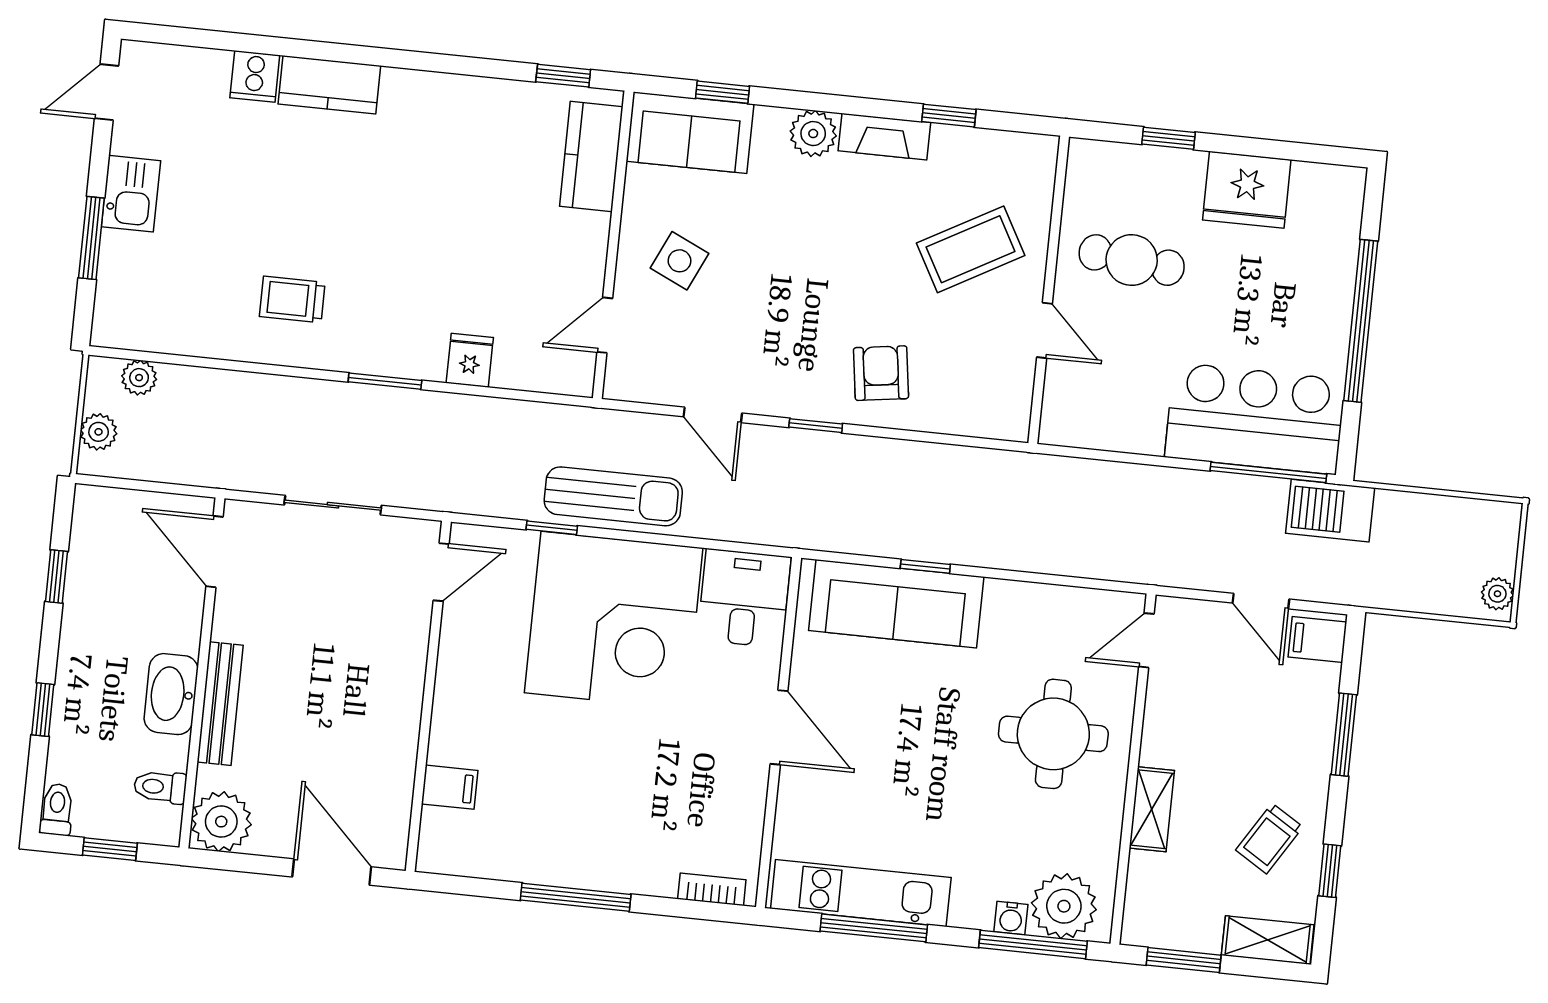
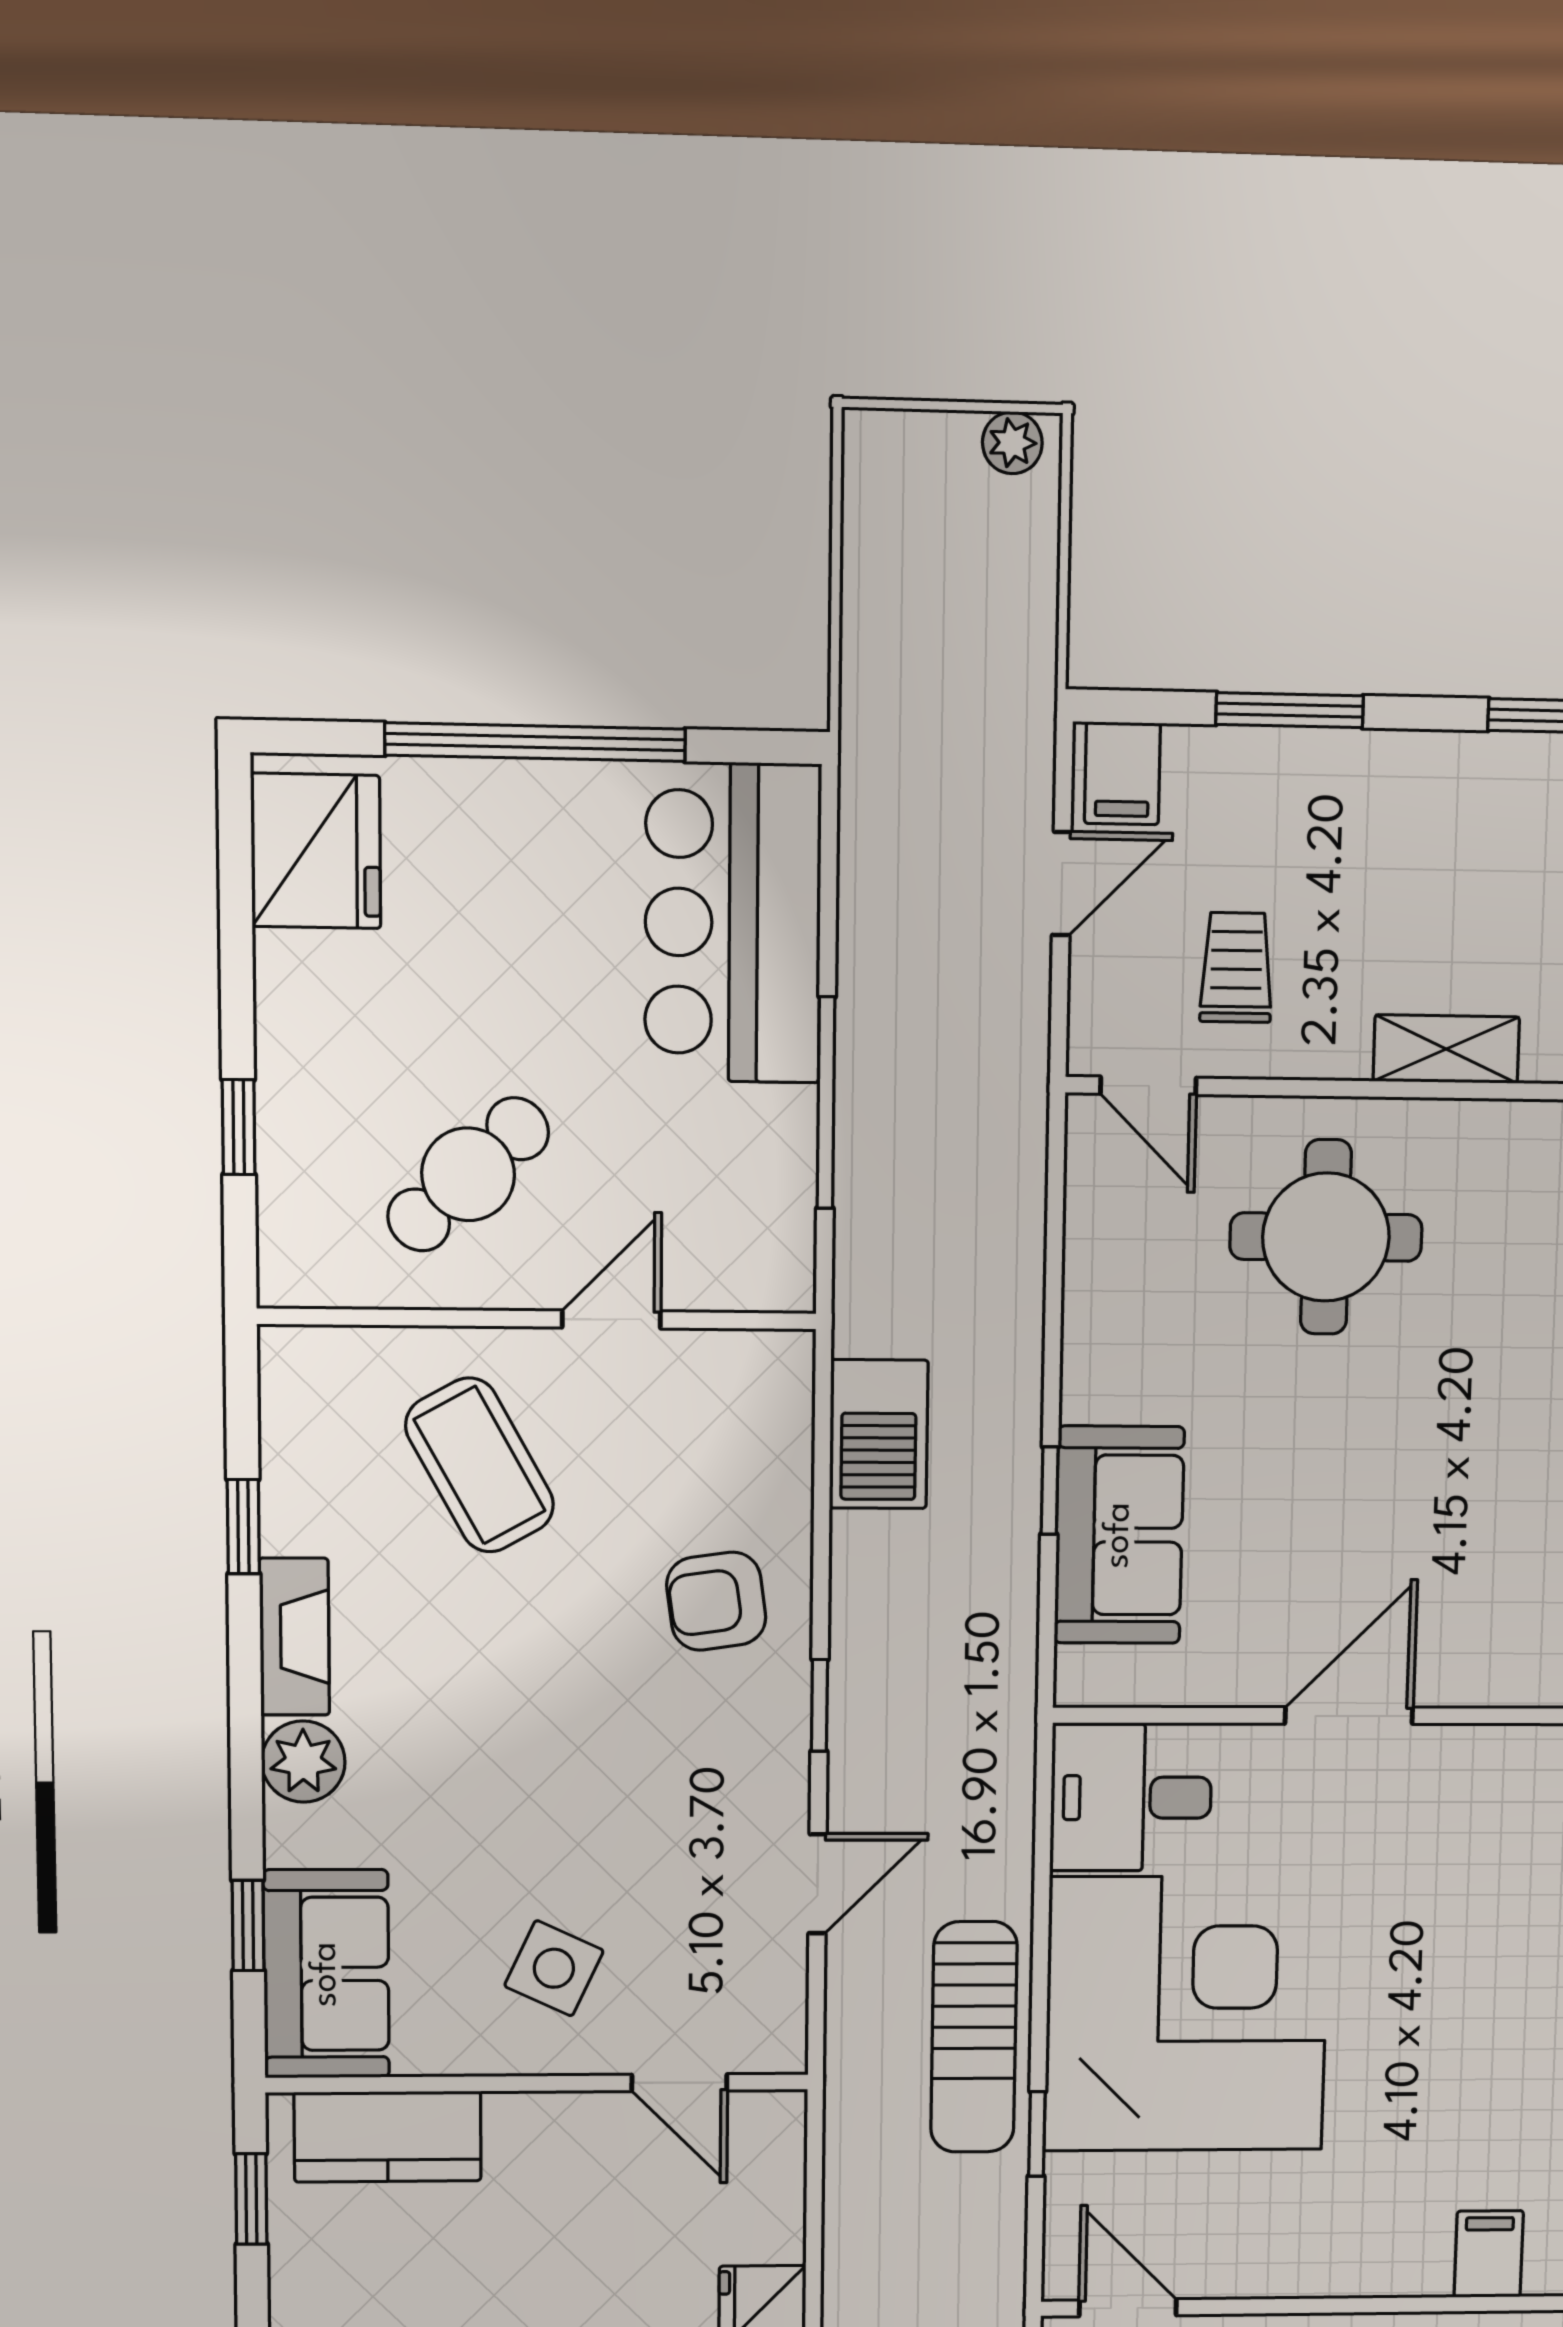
fridge: (1247, 190) -> (316, 851), moved
cafe table: (1132, 260) -> (468, 1174), turned 41
window: (1268, 472) -> (826, 1103), moved
sun lounger: (613, 496) -> (974, 2037), turned 180
barbecue: (1330, 511) -> (879, 1434), moved
sofa: (896, 604) -> (1119, 1535), width x0.73
trolley: (1269, 839) -> (1236, 968), moved, turned -122

